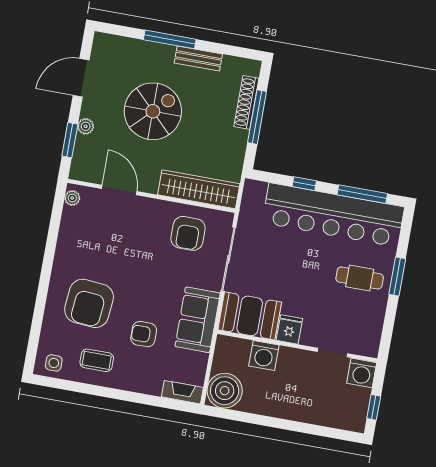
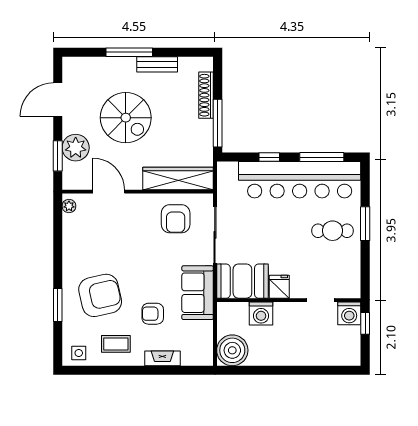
spiral stairs: (153, 111) -> (126, 118), turned 90
window: (257, 117) -> (218, 123), moved
plant: (86, 126) -> (76, 148), width x1.87, depth x1.87
armchair: (89, 303) -> (100, 295), turned -108
window: (40, 306) -> (58, 305), added
fireplace: (182, 392) -> (162, 358), moved
window: (374, 407) -> (365, 323), moved

